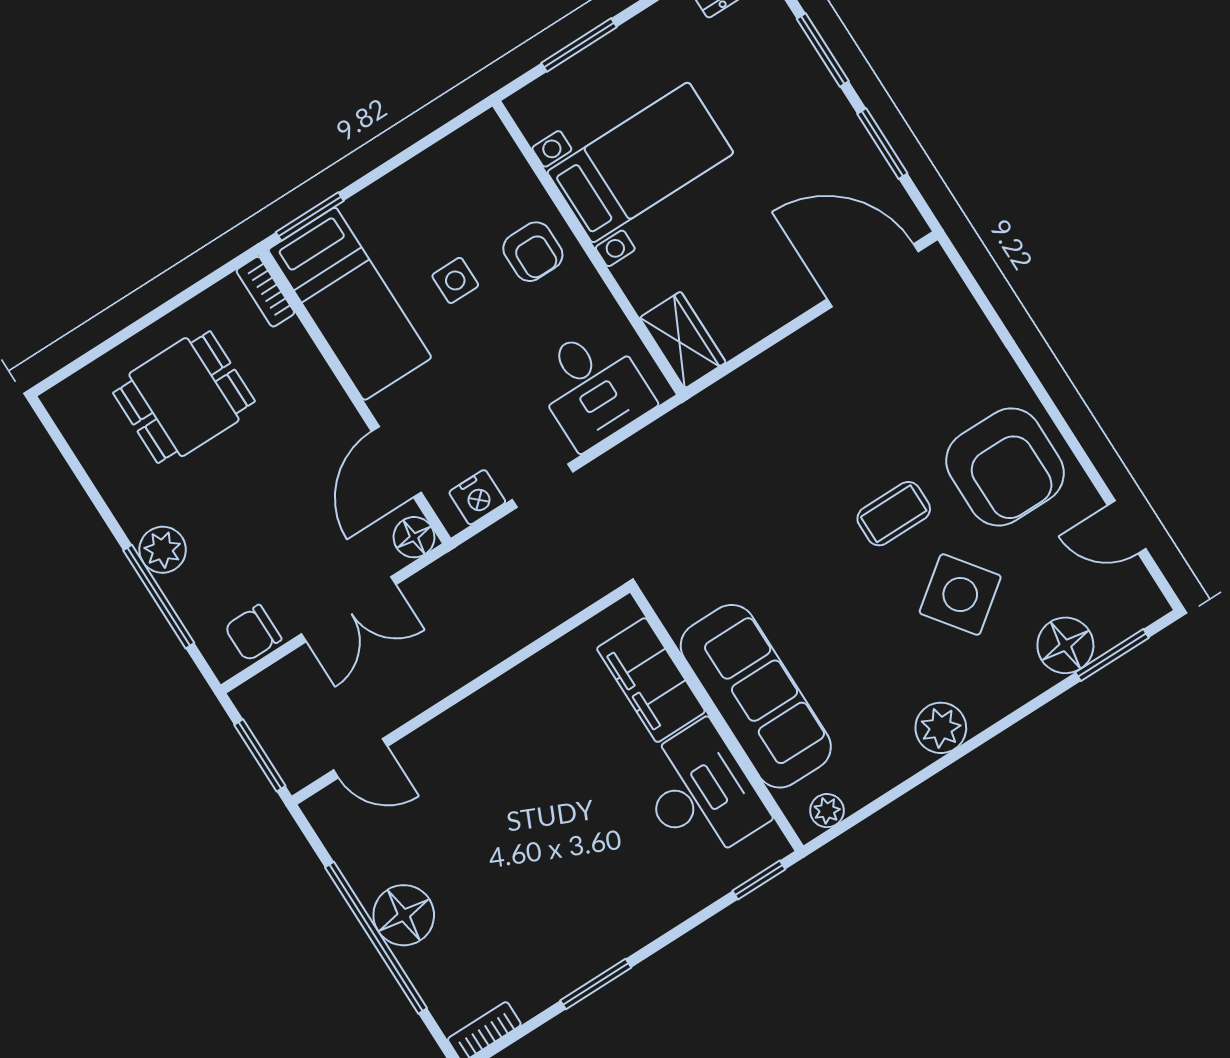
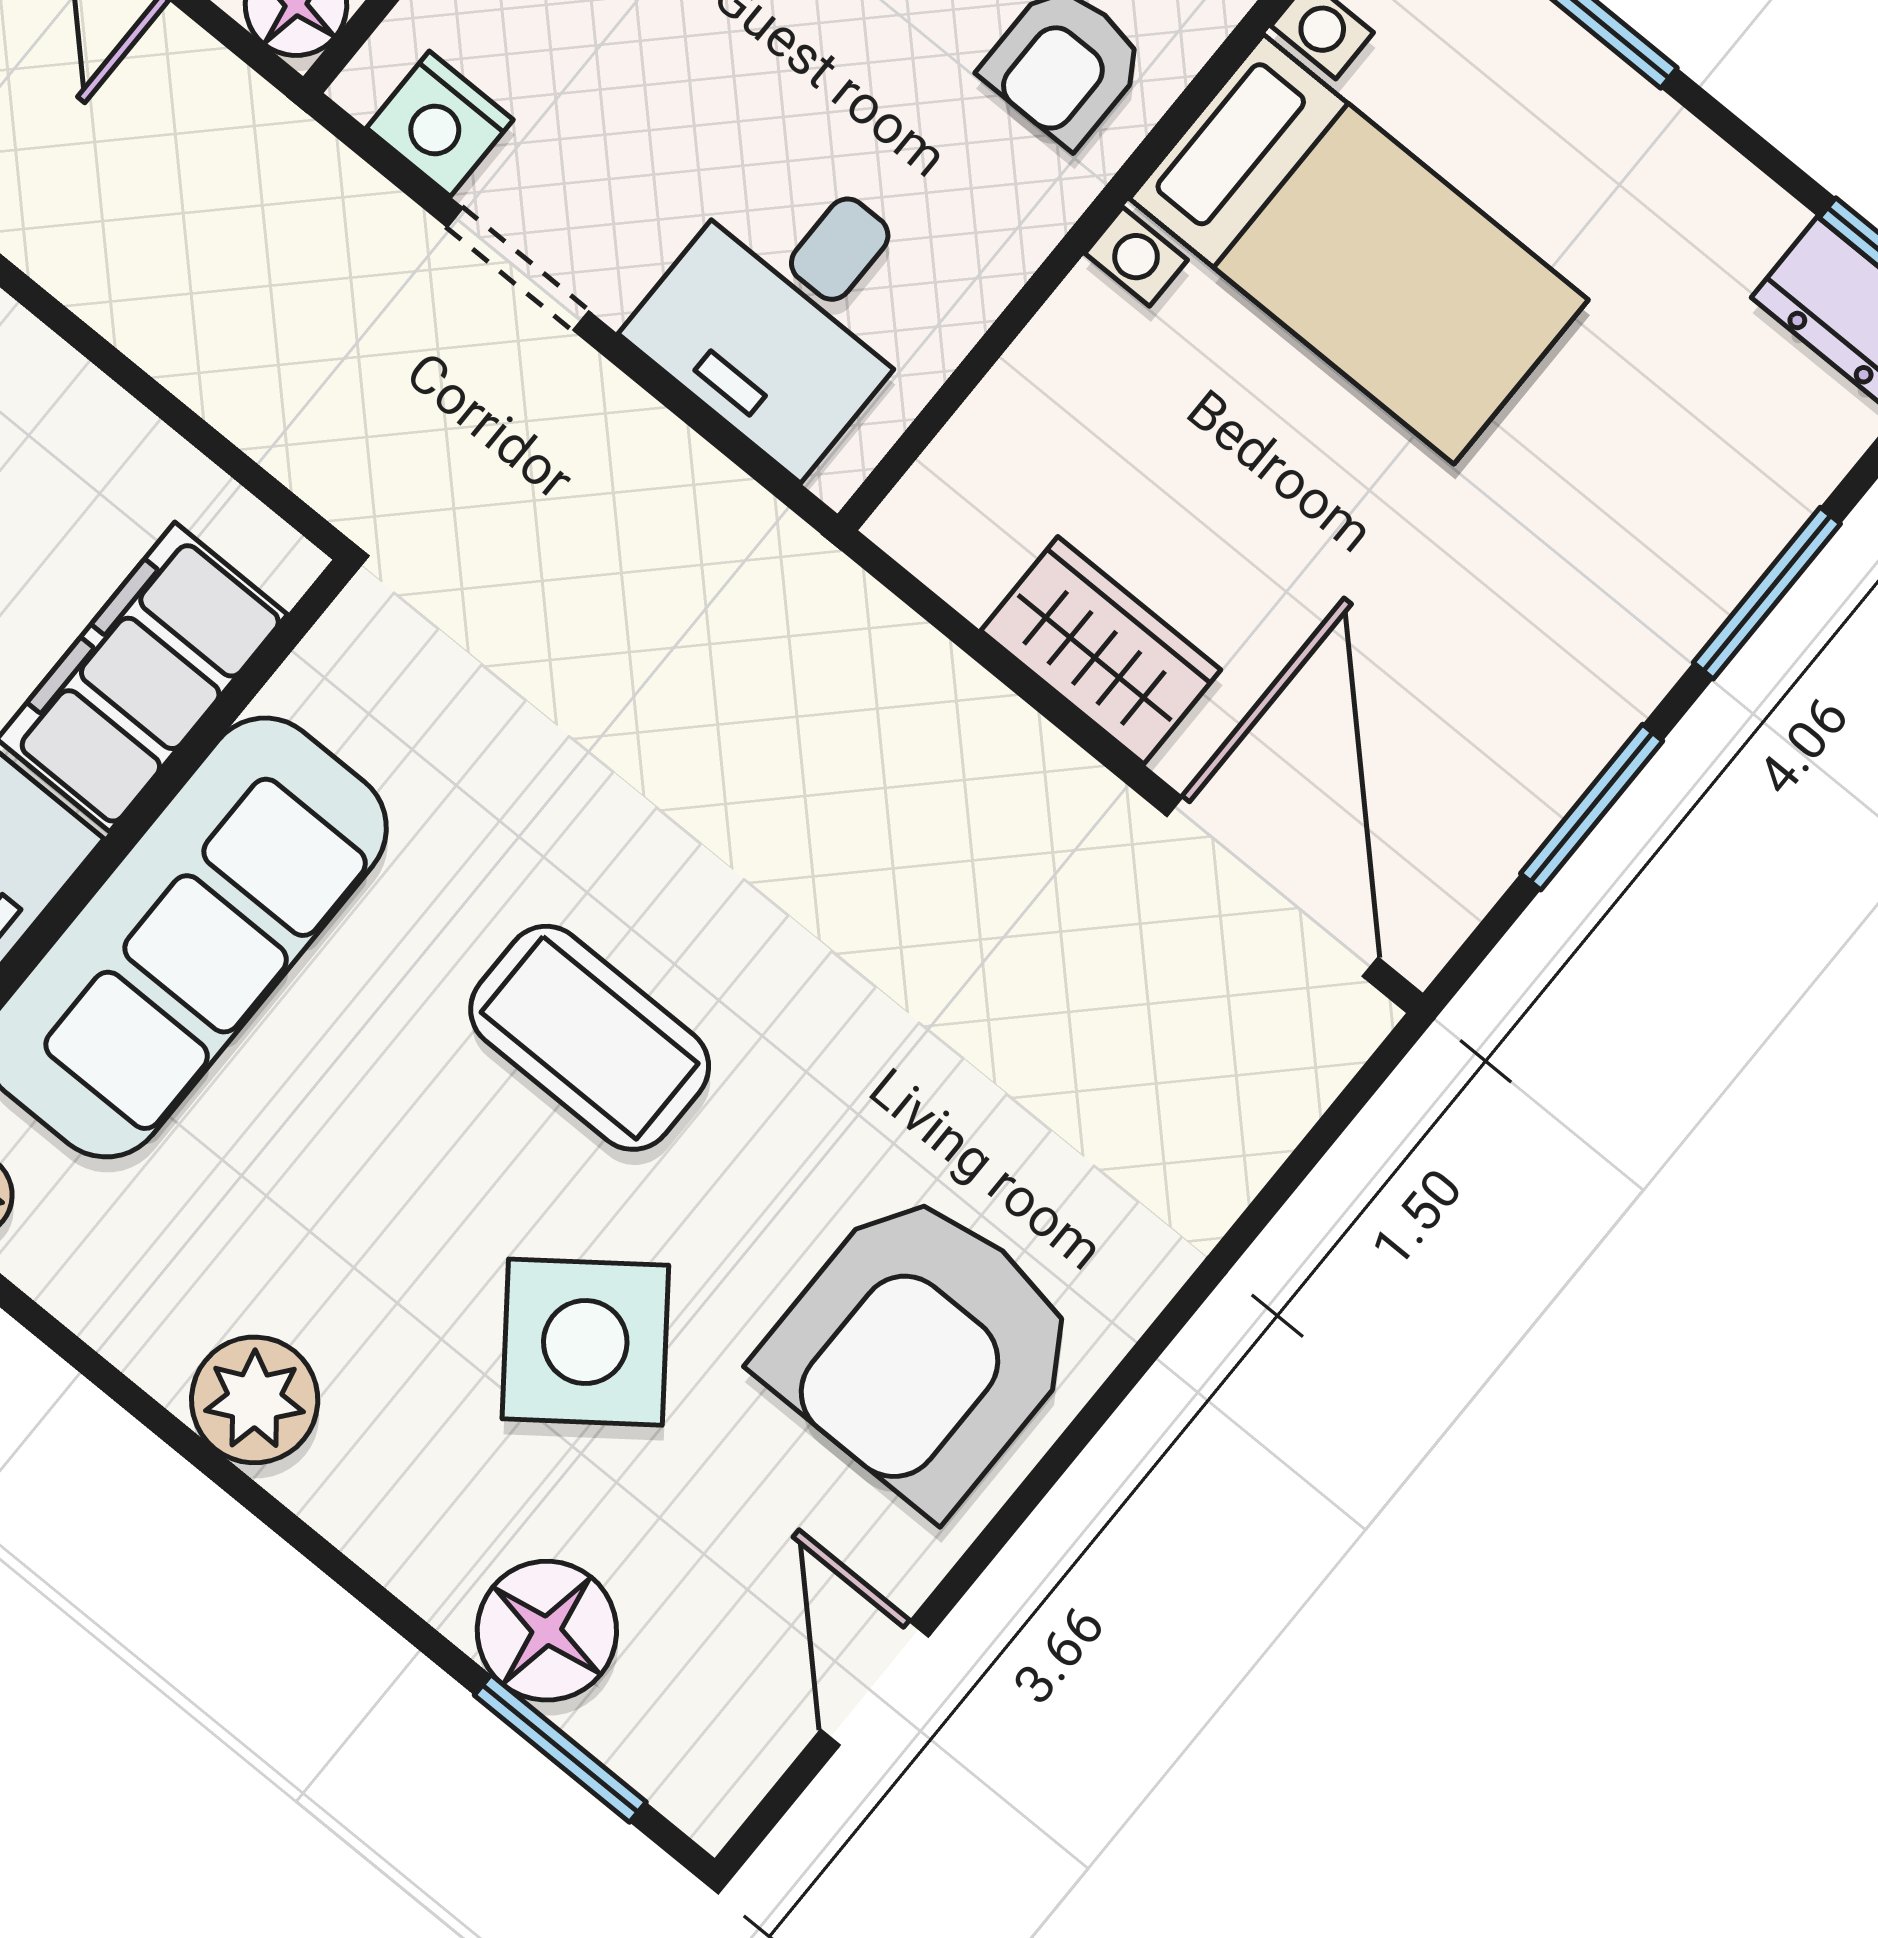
wardrobe: (683, 340) -> (1101, 650), moved, turned -90
coffee table: (894, 514) -> (590, 1038), moved, width x1.36, depth x1.30

